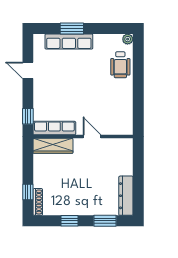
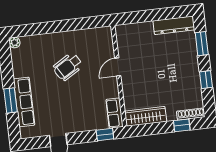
wheelchair: (120, 65) -> (68, 67), moved, turned 149
row of seats: (54, 128) -> (115, 113), width x0.68
wardrobe: (53, 146) -> (146, 116), moved, turned -90

